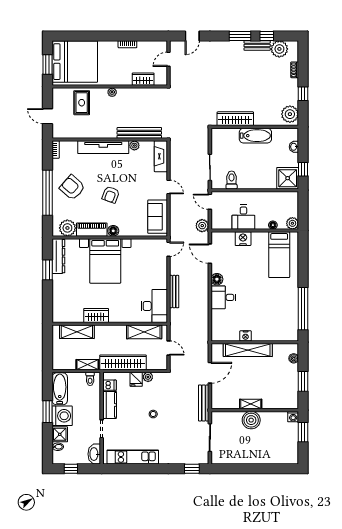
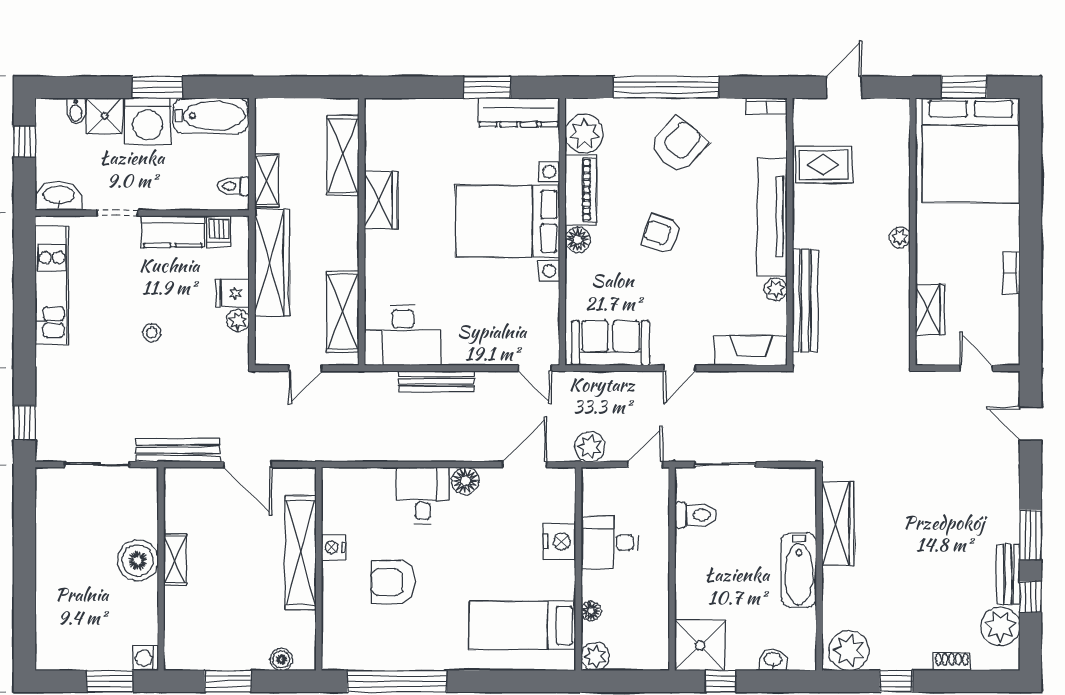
rug: (82, 103) -> (824, 165), moved
armchair: (261, 310) -> (393, 582), added

